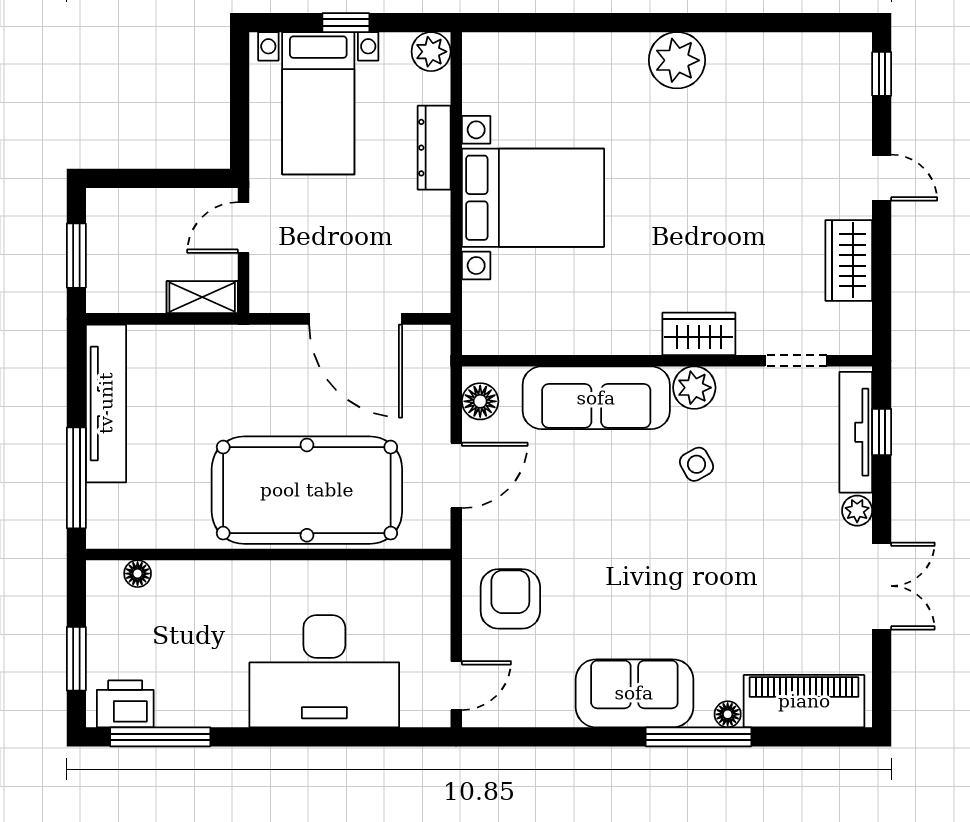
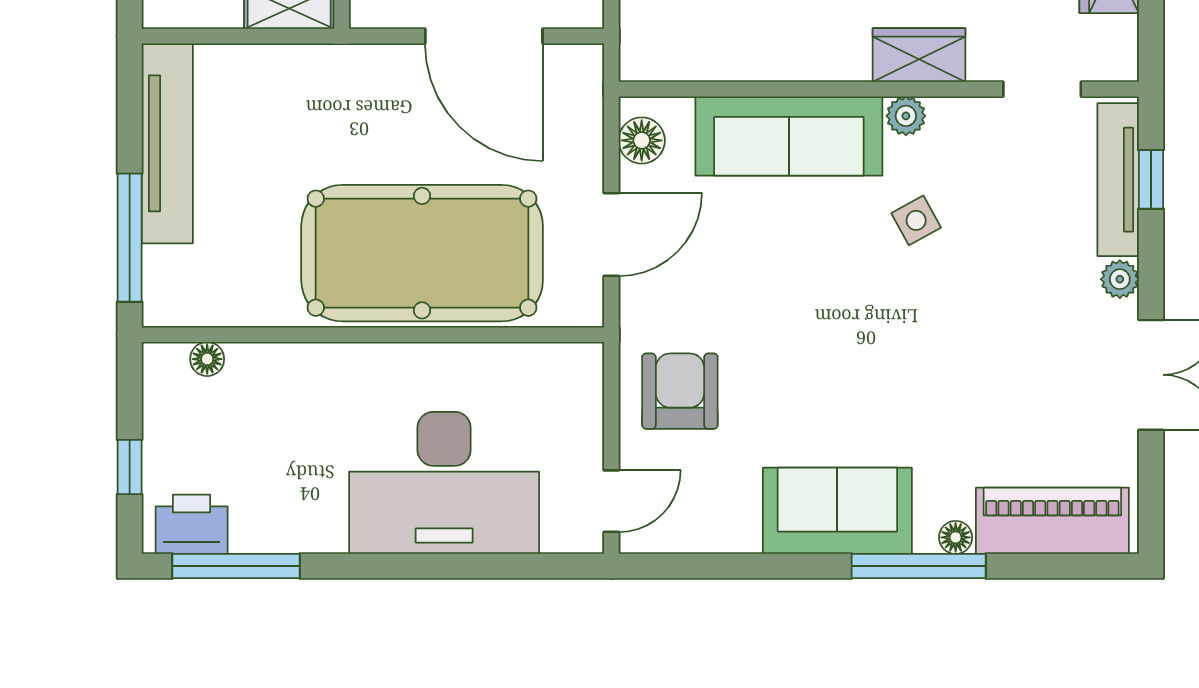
plant: (694, 388) -> (906, 116), width x0.73, depth x0.73
window: (76, 659) -> (130, 467), width x0.67

